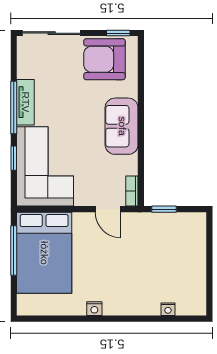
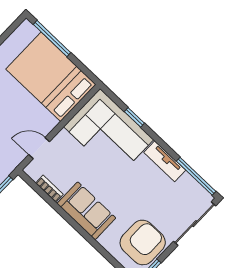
window: (14, 107) -> (196, 176), moved
bookcase: (132, 191) -> (49, 189), moved
window: (14, 250) -> (52, 39), moved

